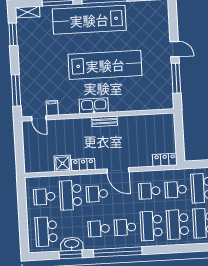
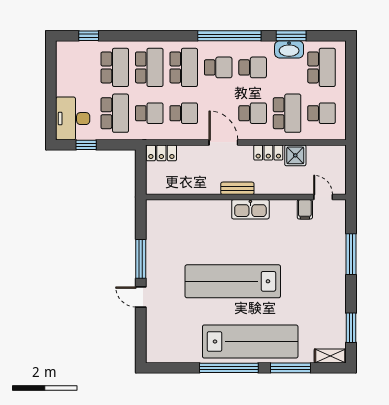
kitchen sink: (94, 106) -> (250, 209), moved
filing cabinet: (52, 108) -> (305, 209), moved
wall: (98, 115) -> (246, 197), moved
door: (39, 118) -> (323, 197), moved
bench: (105, 121) -> (237, 188), moved

